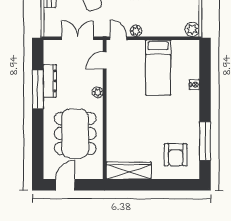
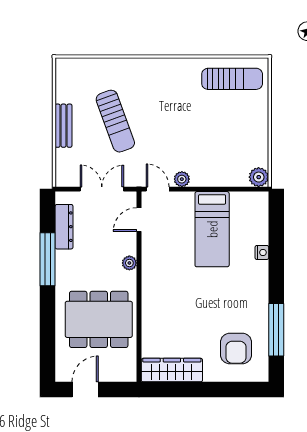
dresser: (50, 81) -> (64, 227), moved
dining table: (75, 133) -> (99, 319), turned 90

